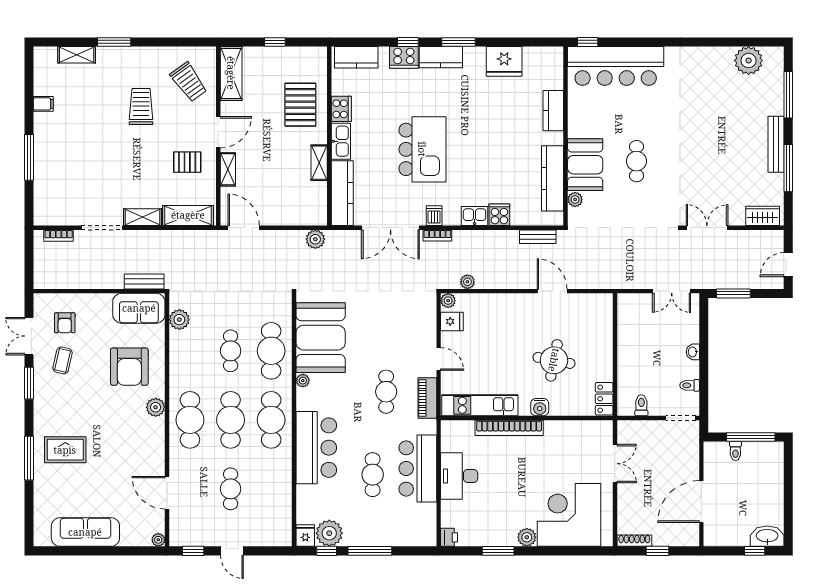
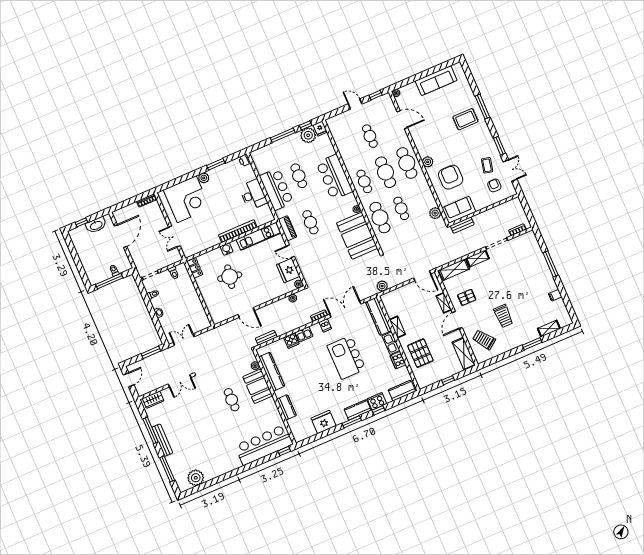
fridge: (452, 321) -> (288, 270), width x1.88, depth x1.34
cafe table: (271, 420) -> (364, 181), width x0.73, depth x0.74
washbasin: (767, 536) -> (96, 225), moved
window: (657, 551) -> (132, 200), removed

